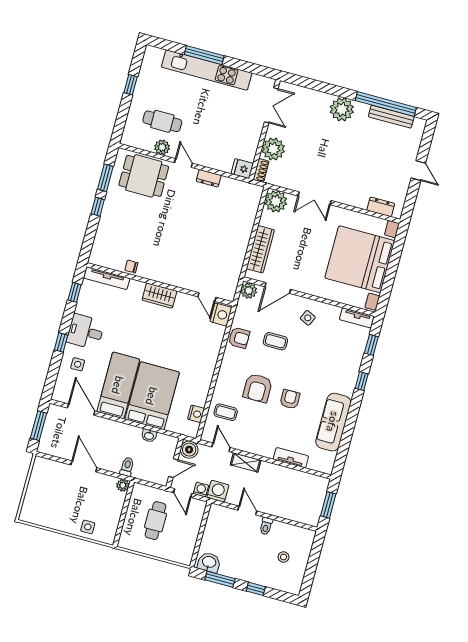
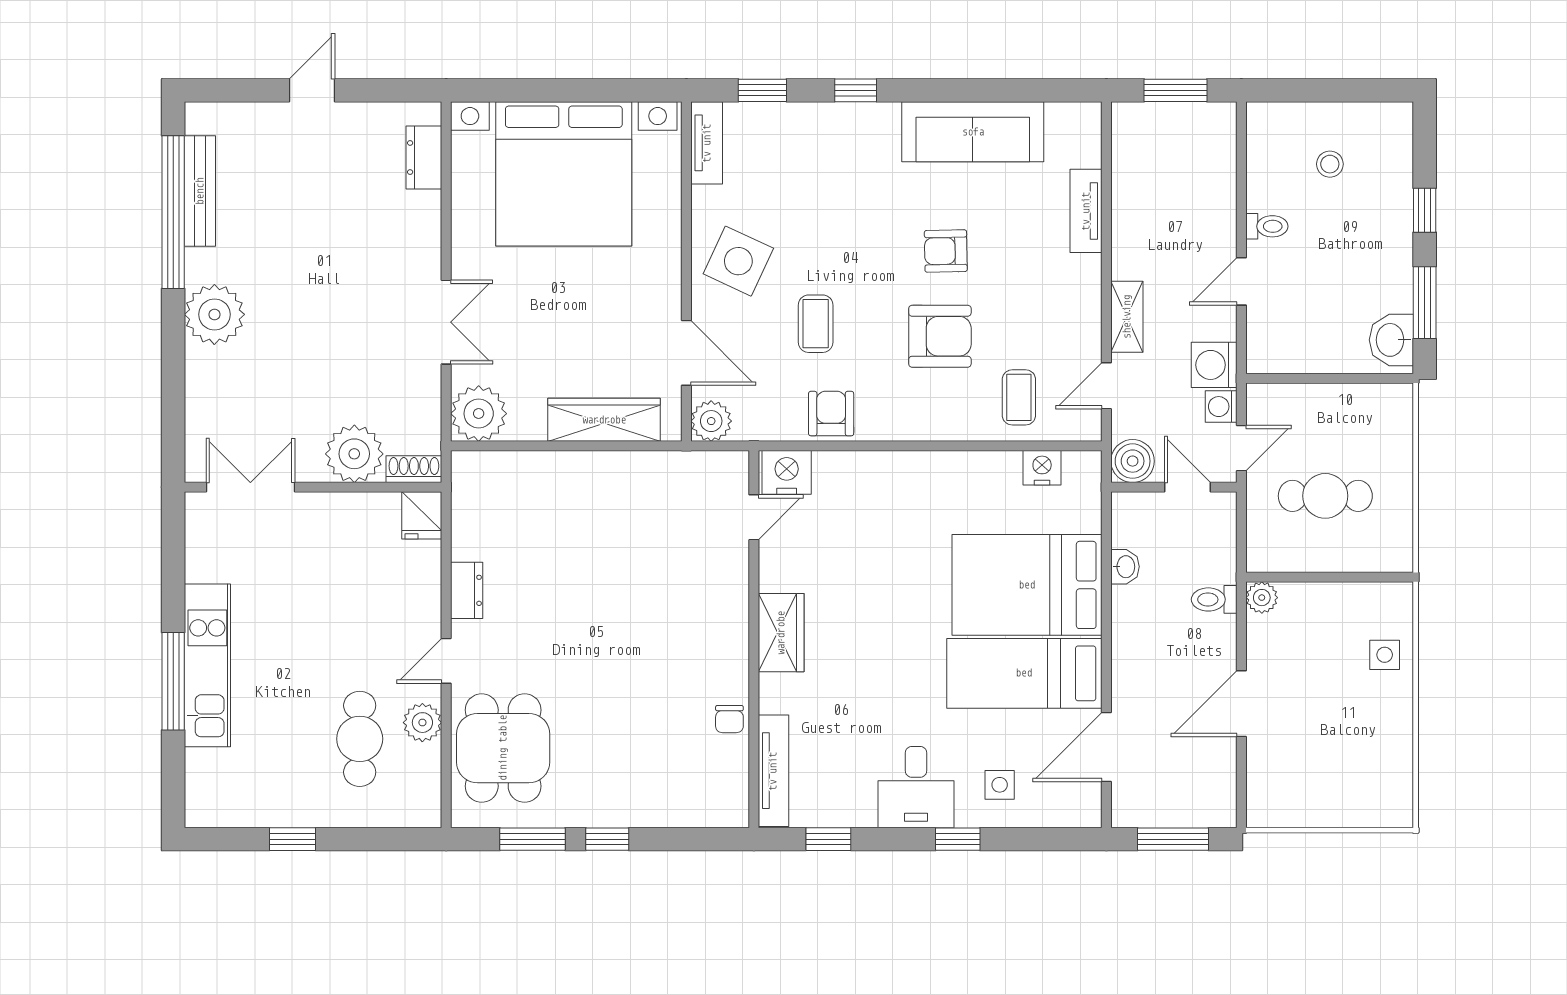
kitchen unit: (207, 70) -> (207, 665), width x0.73
side table: (308, 318) -> (738, 261), width x1.87, depth x1.87

